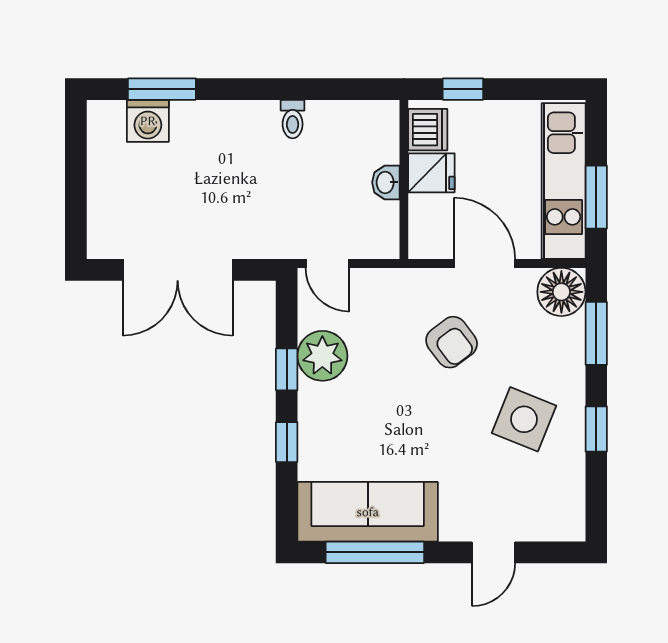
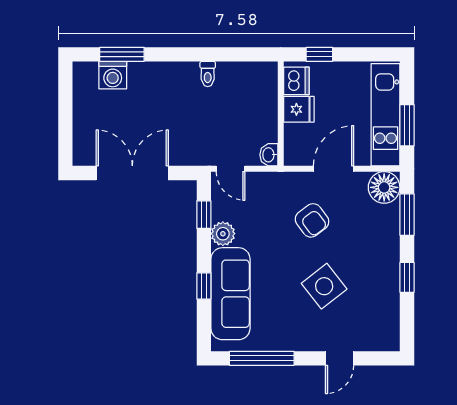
washbasin: (386, 182) -> (269, 155), moved
door: (484, 263) -> (334, 169), hinge flipped
double door: (178, 270) -> (132, 173), swing flipped
plant: (322, 356) -> (223, 234), width x0.73, depth x0.73
window: (287, 369) -> (204, 215), moved
side table: (524, 419) -> (324, 286), moved, turned 30
sofa: (368, 512) -> (230, 294), moved, turned 90

